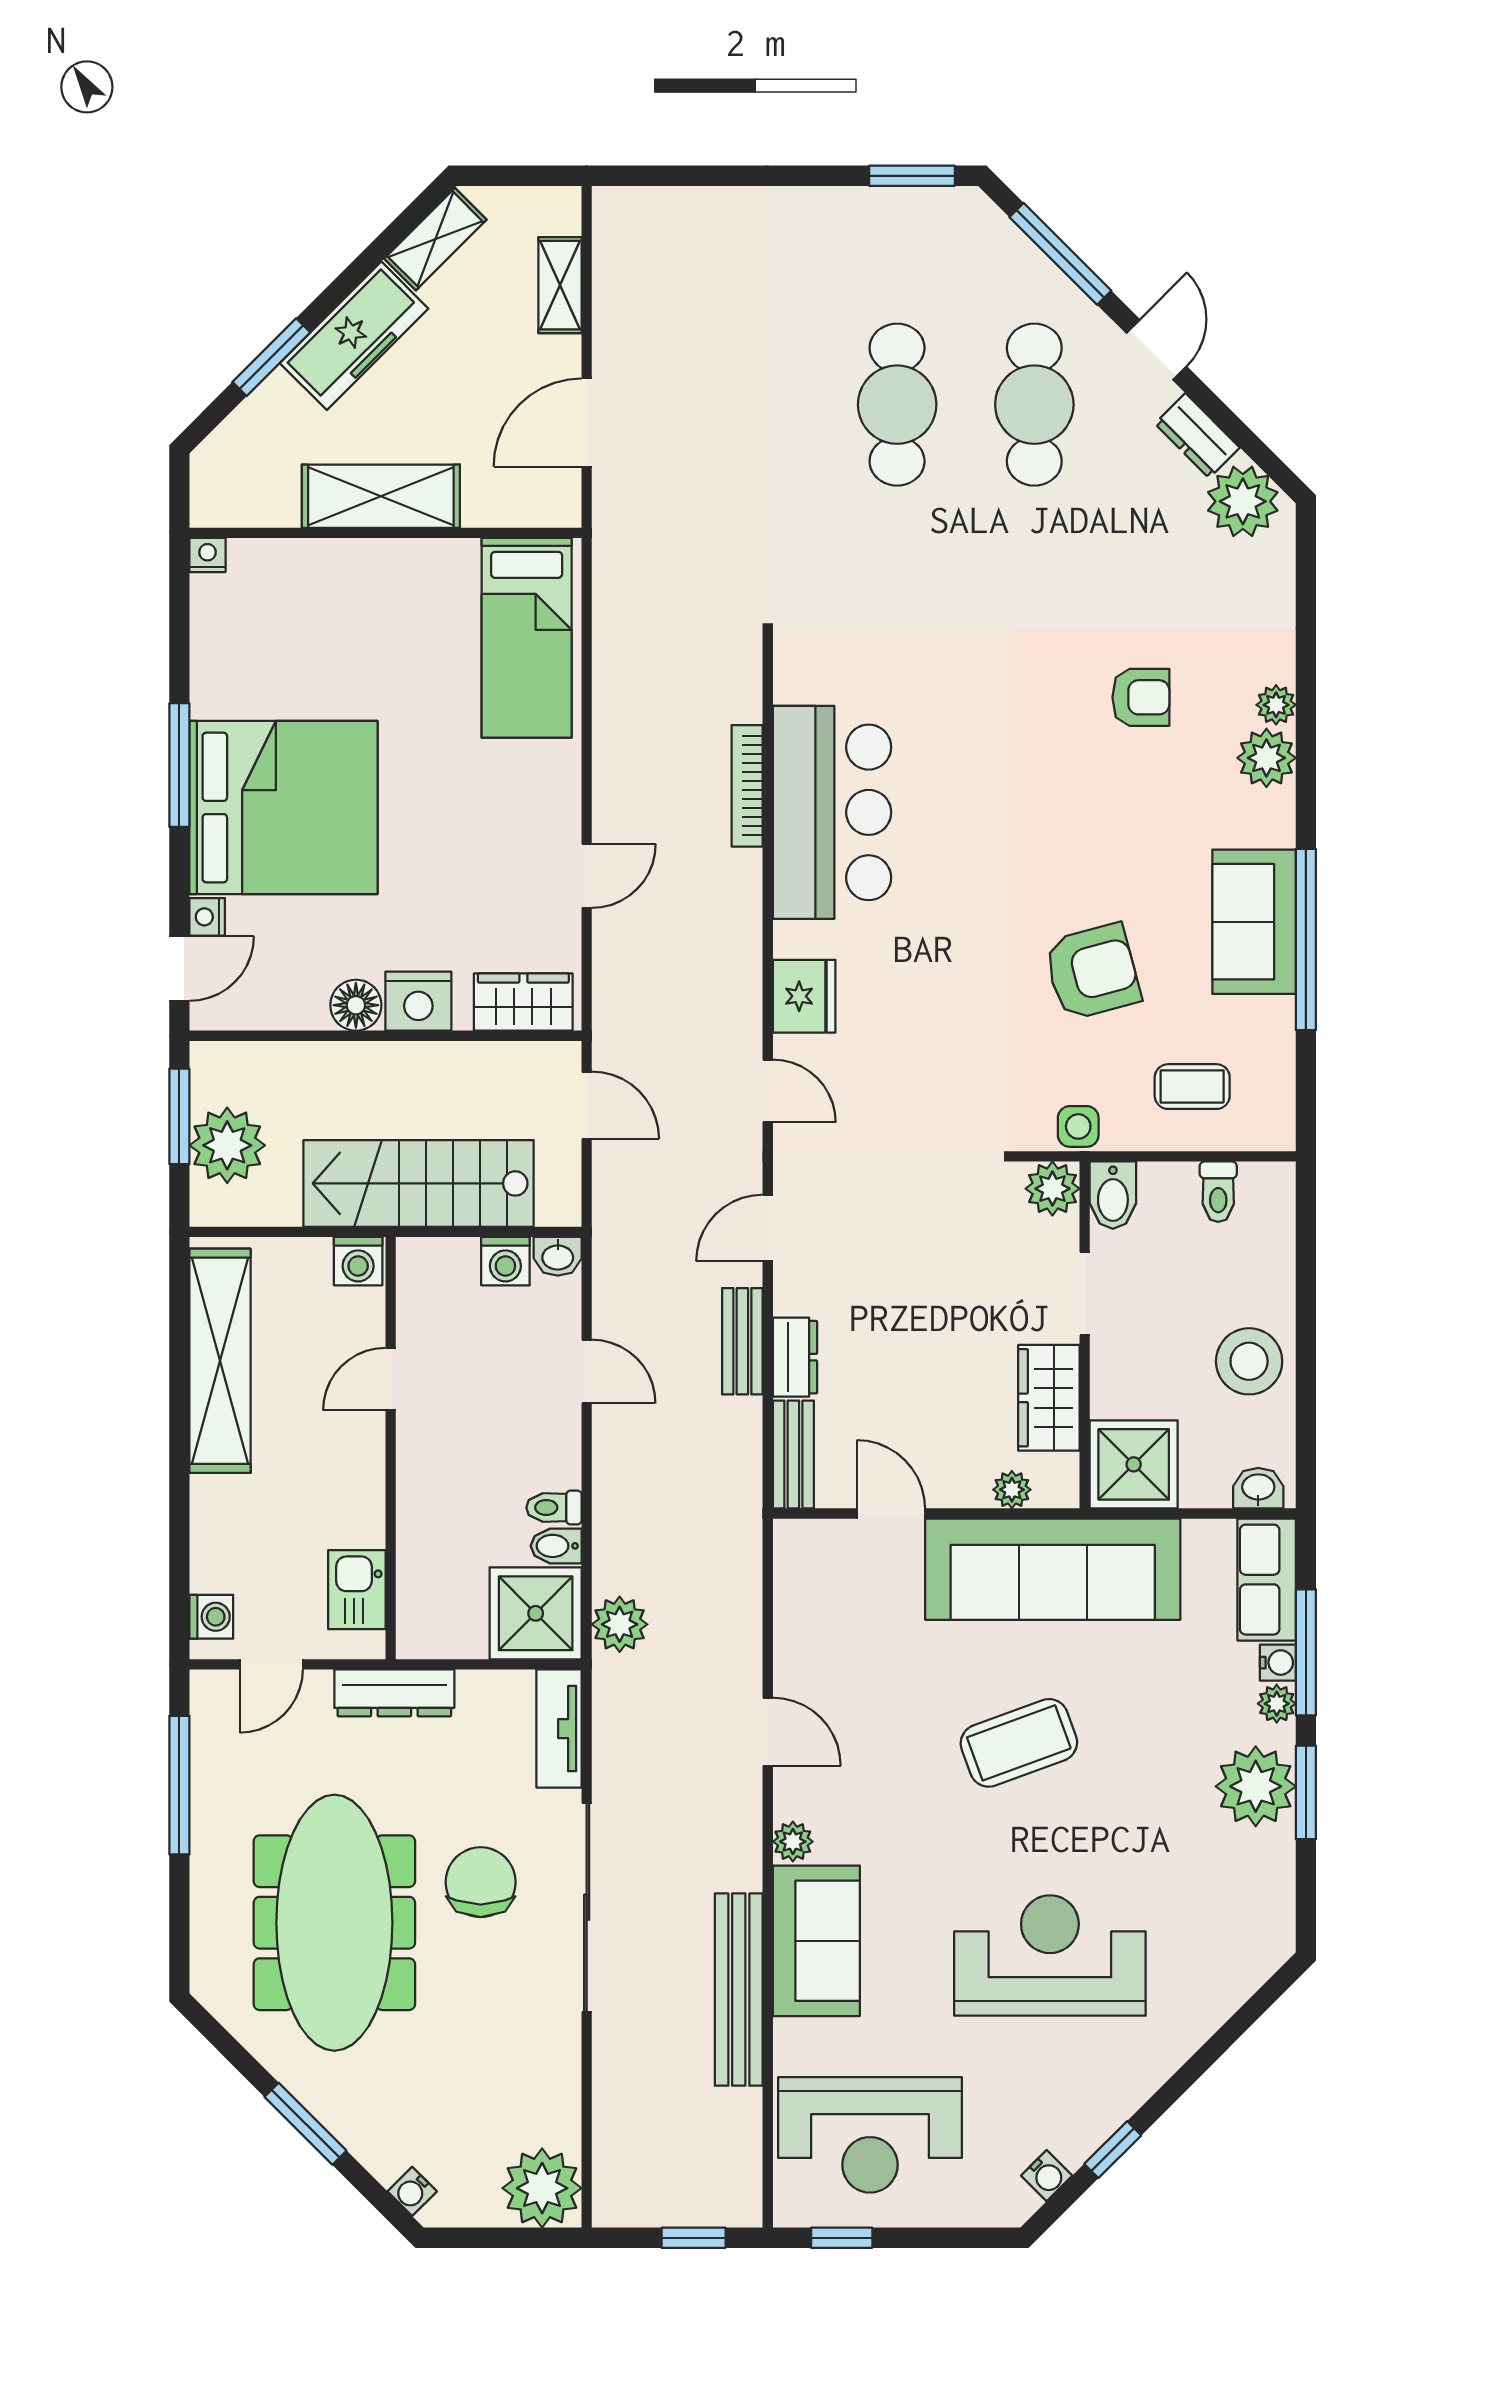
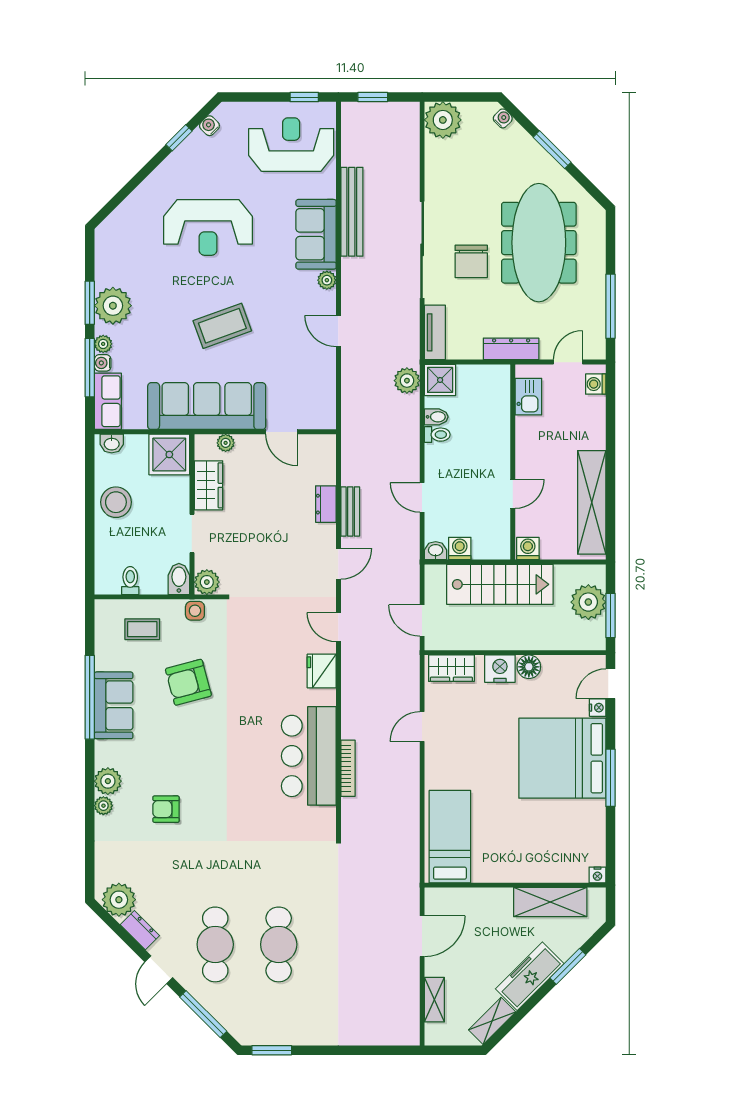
shelving: (381, 496) -> (550, 902), moved
bench: (793, 1455) -> (327, 459), removed
shower: (536, 1613) -> (440, 380), width x0.73, depth x0.73

